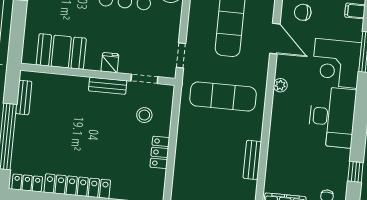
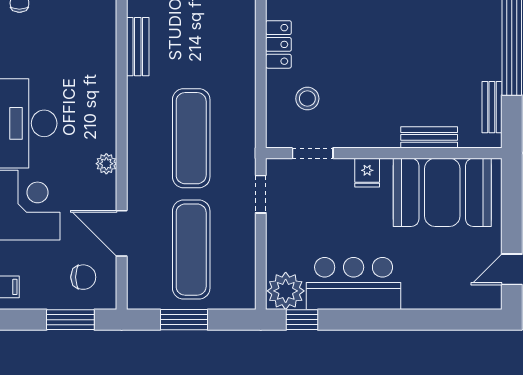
booth: (61, 52) -> (442, 192), width x1.36, depth x1.42
bench: (108, 86) -> (429, 137), moved
exercise mat: (223, 96) -> (191, 138), turned 90

